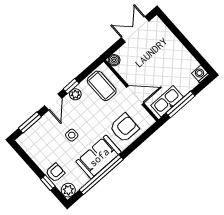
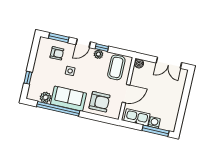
double door: (135, 29) -> (169, 63), swing flipped
washing machine: (200, 74) -> (154, 123), moved
door: (135, 95) -> (126, 94), hinge flipped
window: (181, 104) -> (156, 131), moved
armchair: (55, 173) -> (57, 53), moved
plant: (68, 190) -> (45, 97), moved

